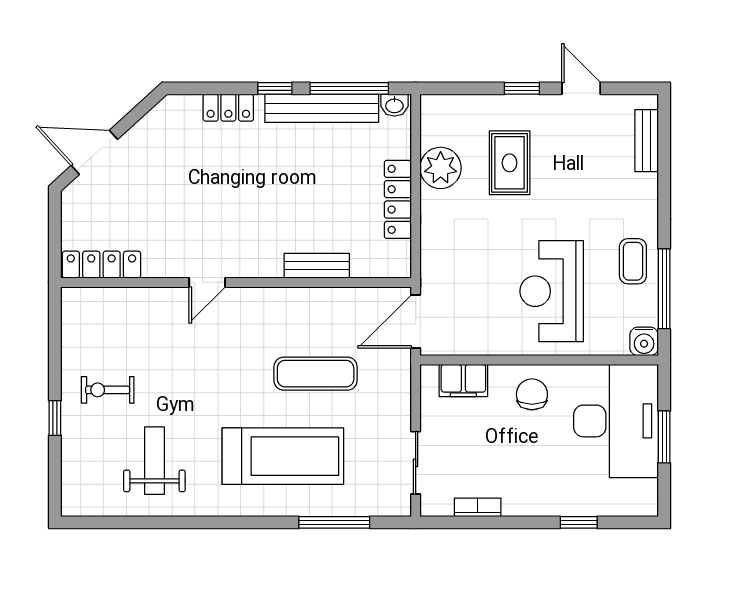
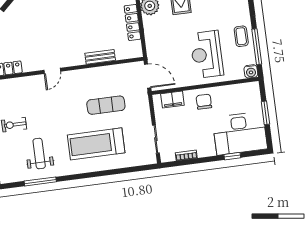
door: (416, 322) -> (148, 76), swing flipped
desk: (616, 421) -> (240, 133), moved, turned 90
treadmill: (283, 456) -> (96, 144), turned 180
window: (334, 522) -> (40, 181), moved

